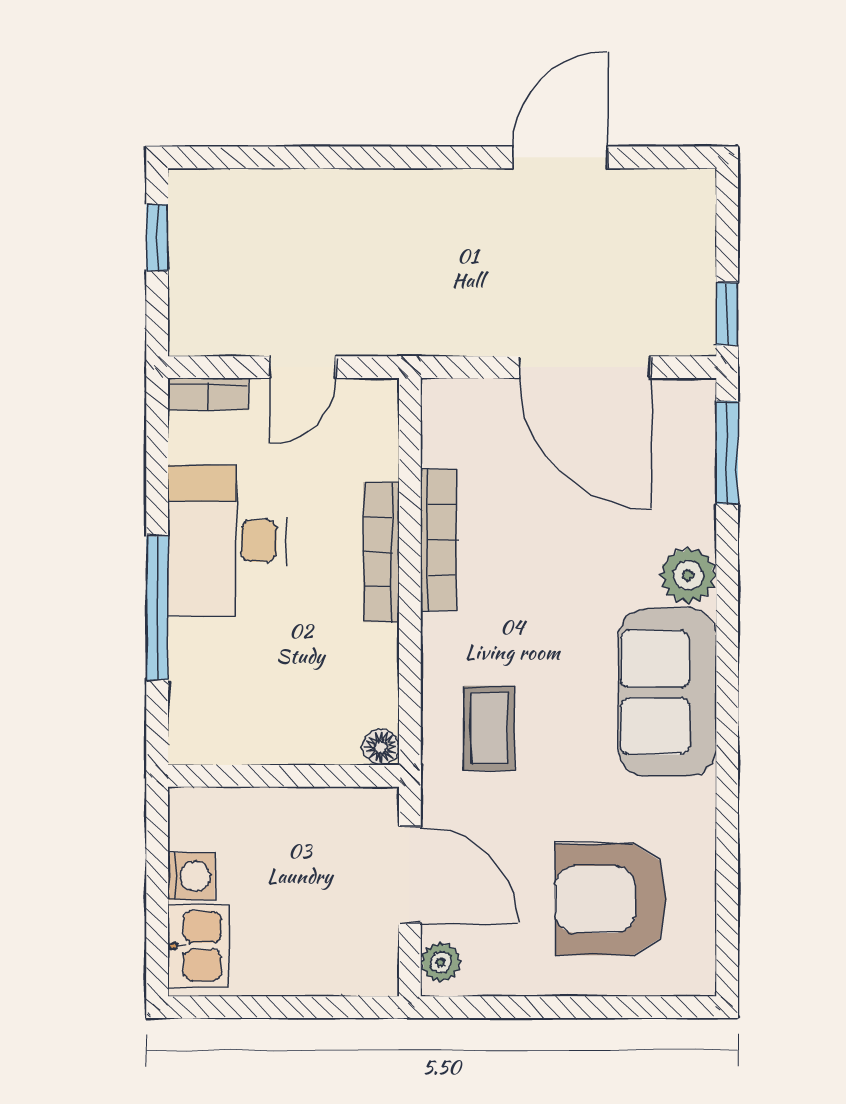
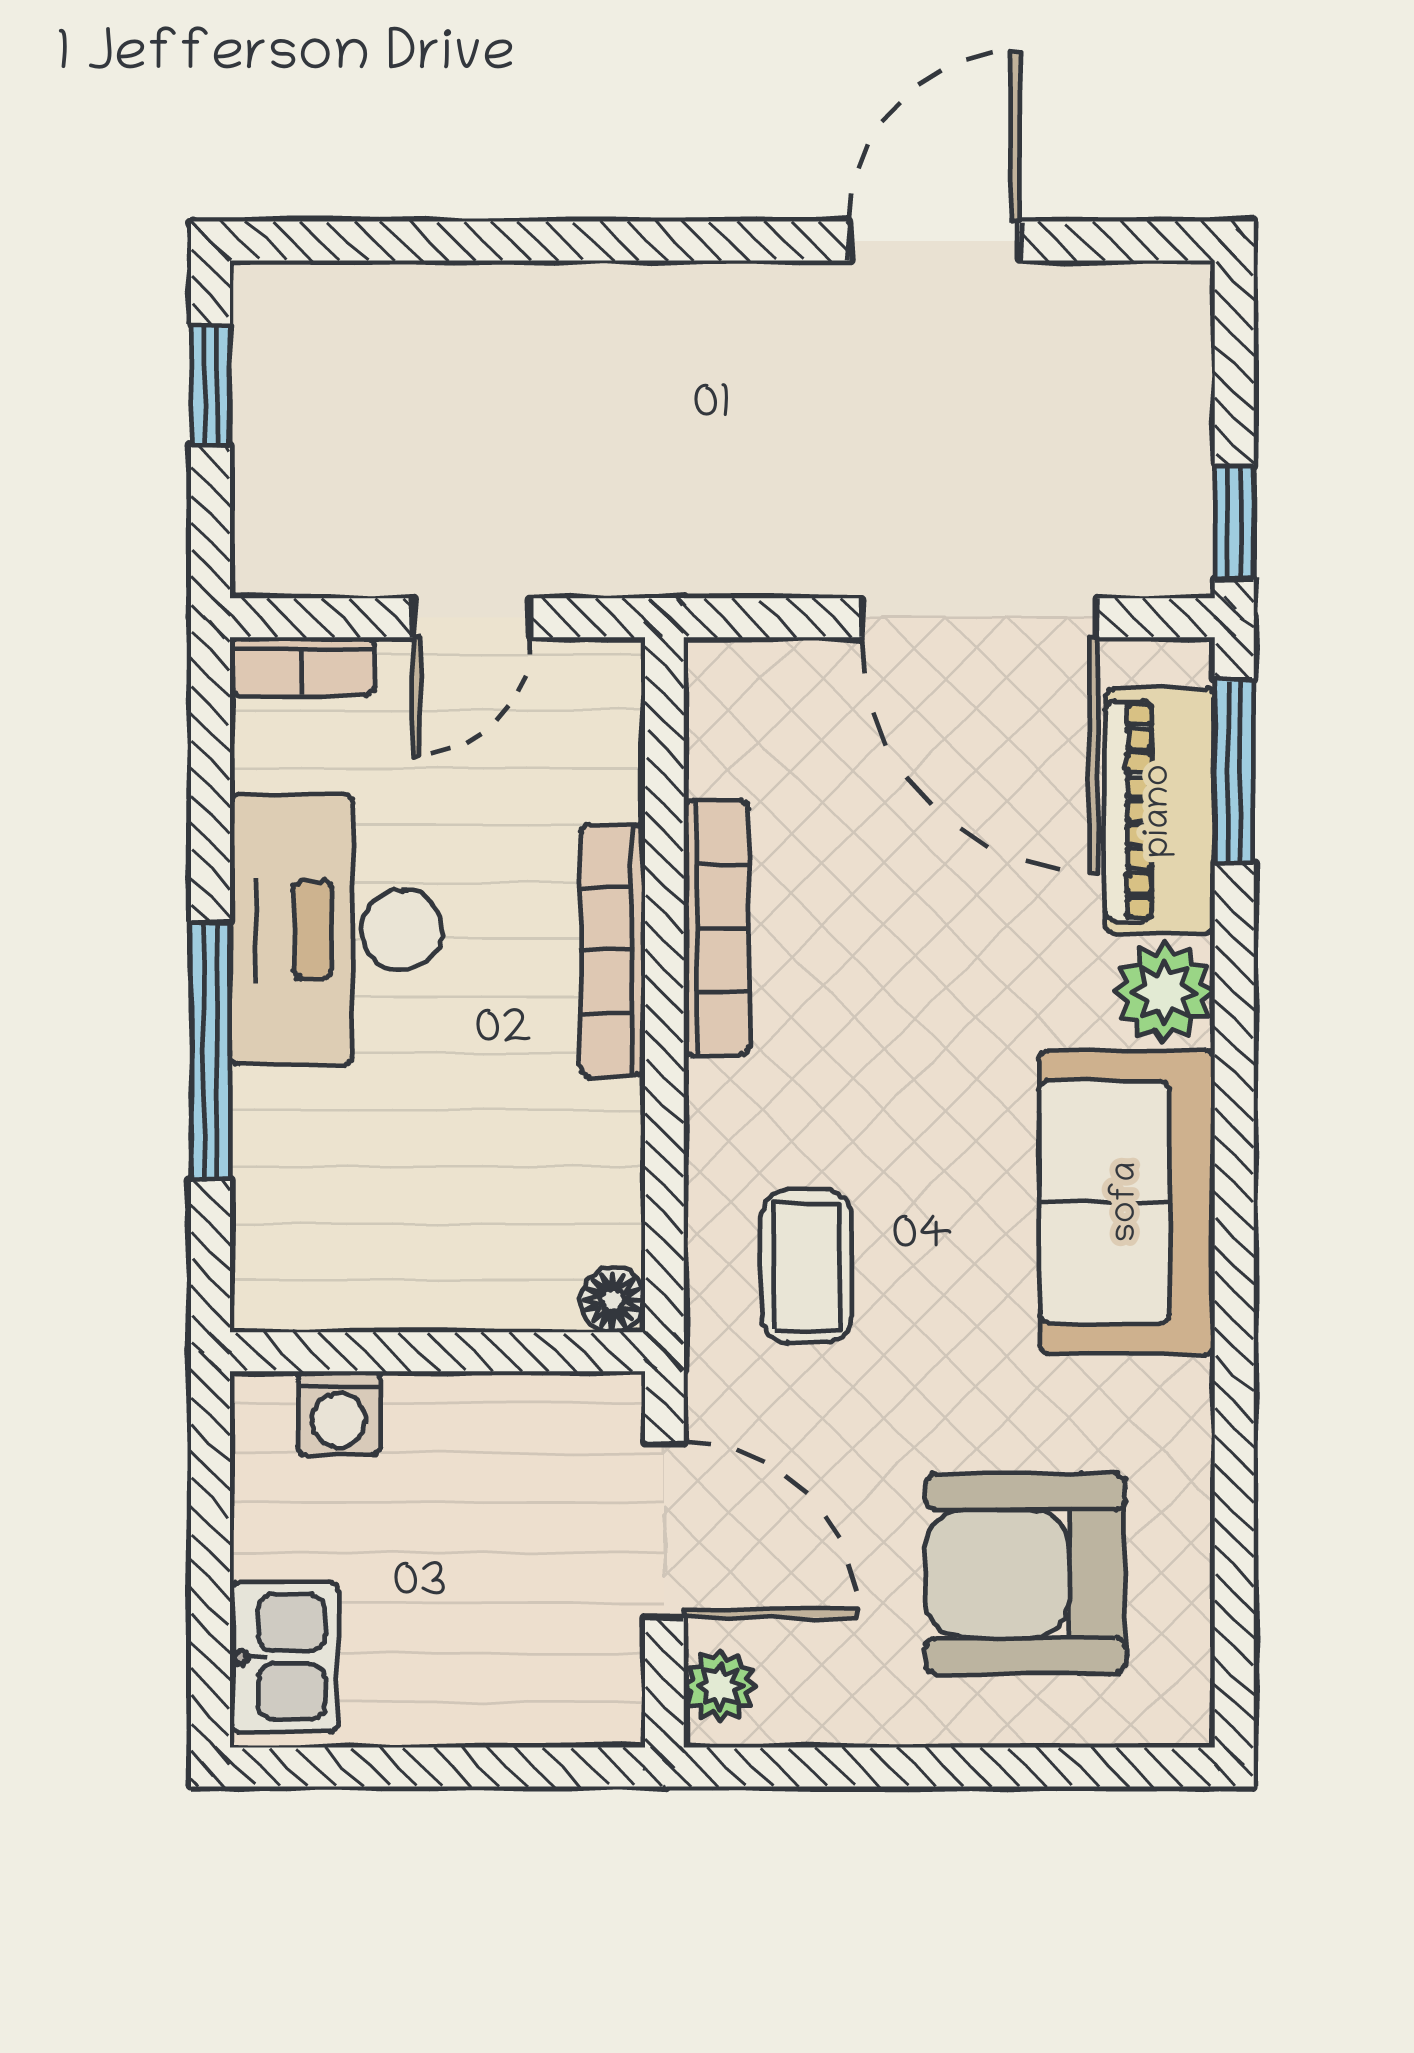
piano: (686, 475) -> (1160, 811), added
washing machine: (191, 876) -> (339, 1413), moved, turned 90

